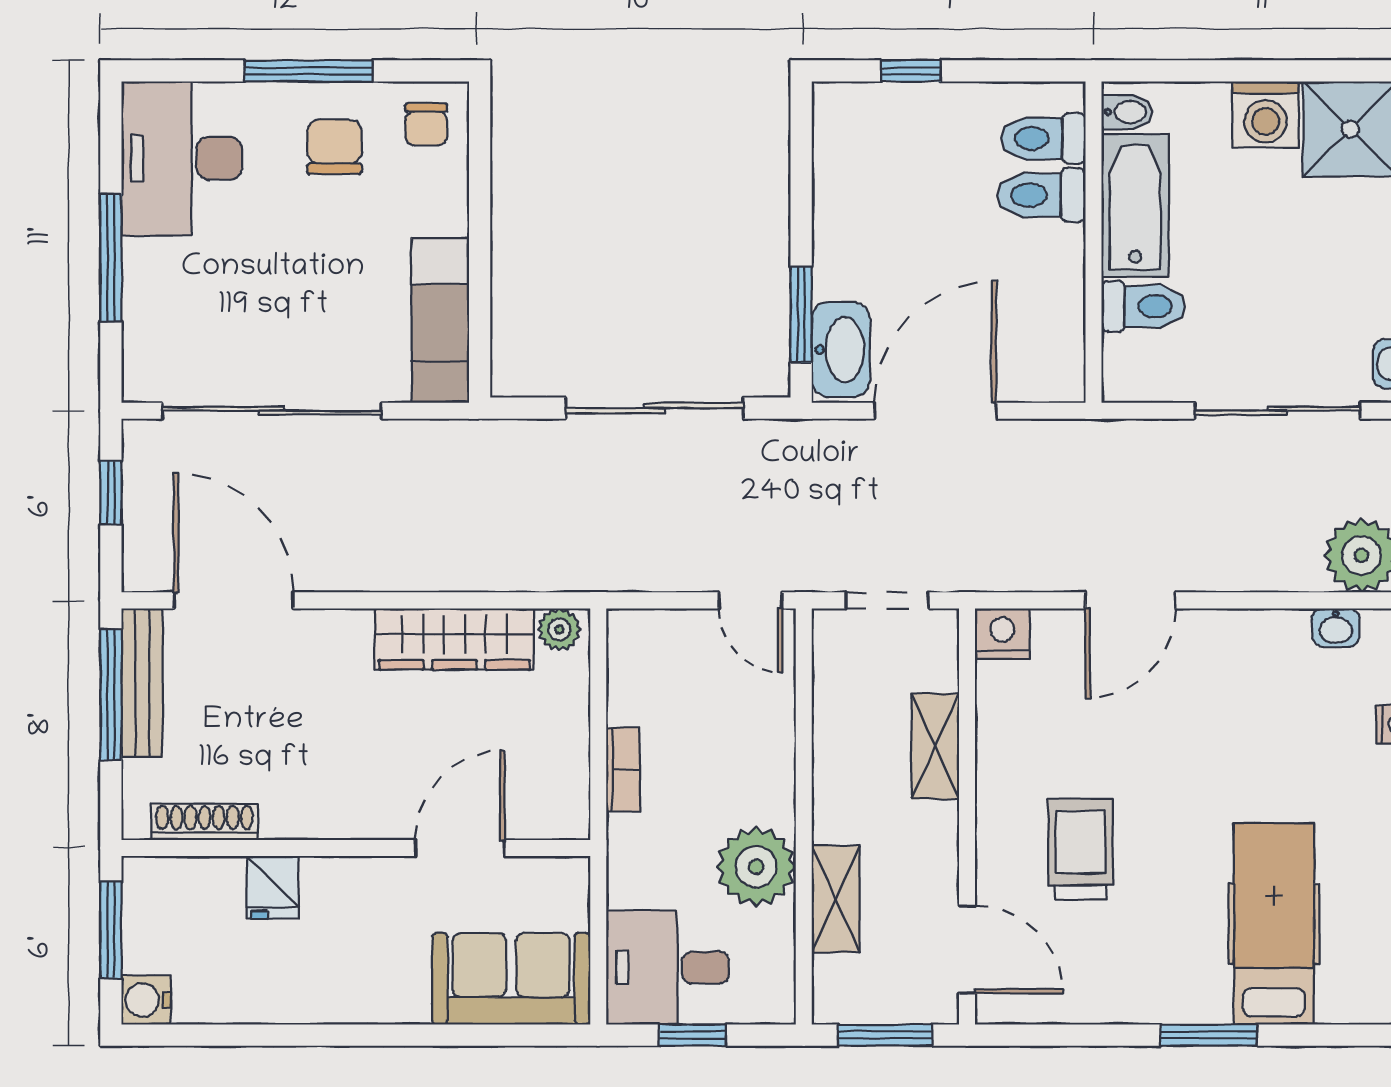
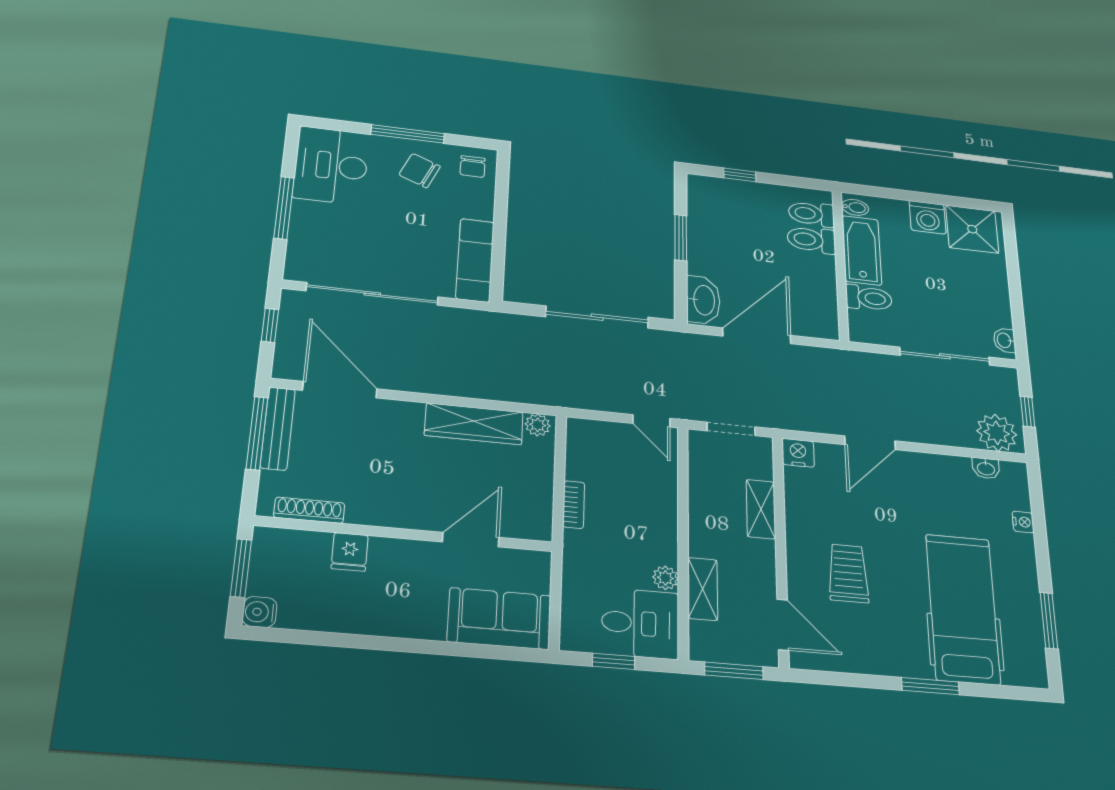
chair: (334, 147) -> (420, 171), turned -67
window: (801, 315) -> (681, 238), moved
plant: (756, 867) -> (665, 578), width x0.53, depth x0.53
hospital bed: (1274, 924) -> (963, 609), width x1.37, depth x1.29
desk: (668, 968) -> (640, 623), moved, turned 180

